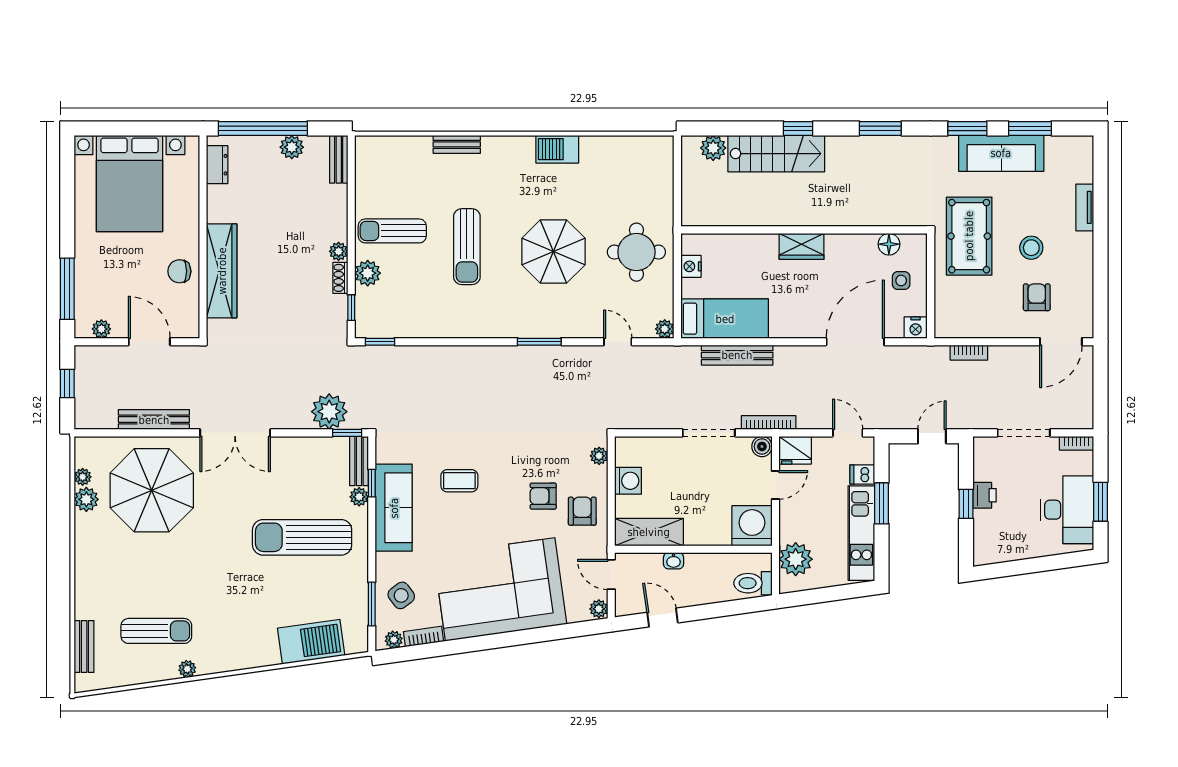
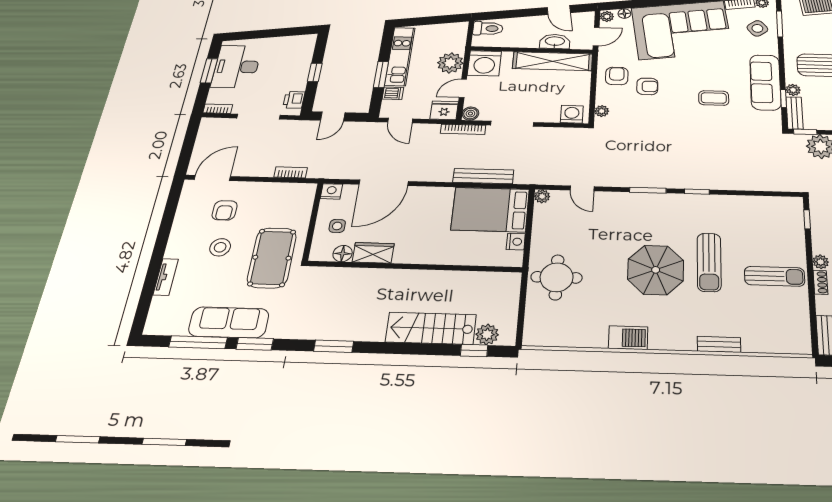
window: (798, 128) -> (474, 350), moved
window: (1030, 128) -> (198, 342), width x1.44
wardrobe: (802, 246) -> (373, 253), moved
sun lounger: (467, 247) -> (709, 262), turned 180
parasol: (553, 252) -> (656, 270), moved
round table: (636, 252) -> (557, 277), moved
plant: (368, 273) -> (794, 245), removed
shoe rack: (340, 278) -> (820, 282), moved
bed: (725, 319) -> (490, 210), width x1.50
window: (380, 342) -> (697, 192), moved
washing machine: (628, 481) -> (572, 114), moved, turned 90
printer: (984, 495) -> (294, 100), moved
armchair: (582, 511) -> (617, 76), turned 180
shelving: (649, 532) -> (553, 61), width x1.47
plant: (796, 559) -> (450, 63), moved
washbasin: (674, 561) -> (555, 42), width x1.91, depth x1.45
door: (611, 574) -> (596, 37), hinge flipped
floor lamp: (576, 615) -> (624, 14), added

